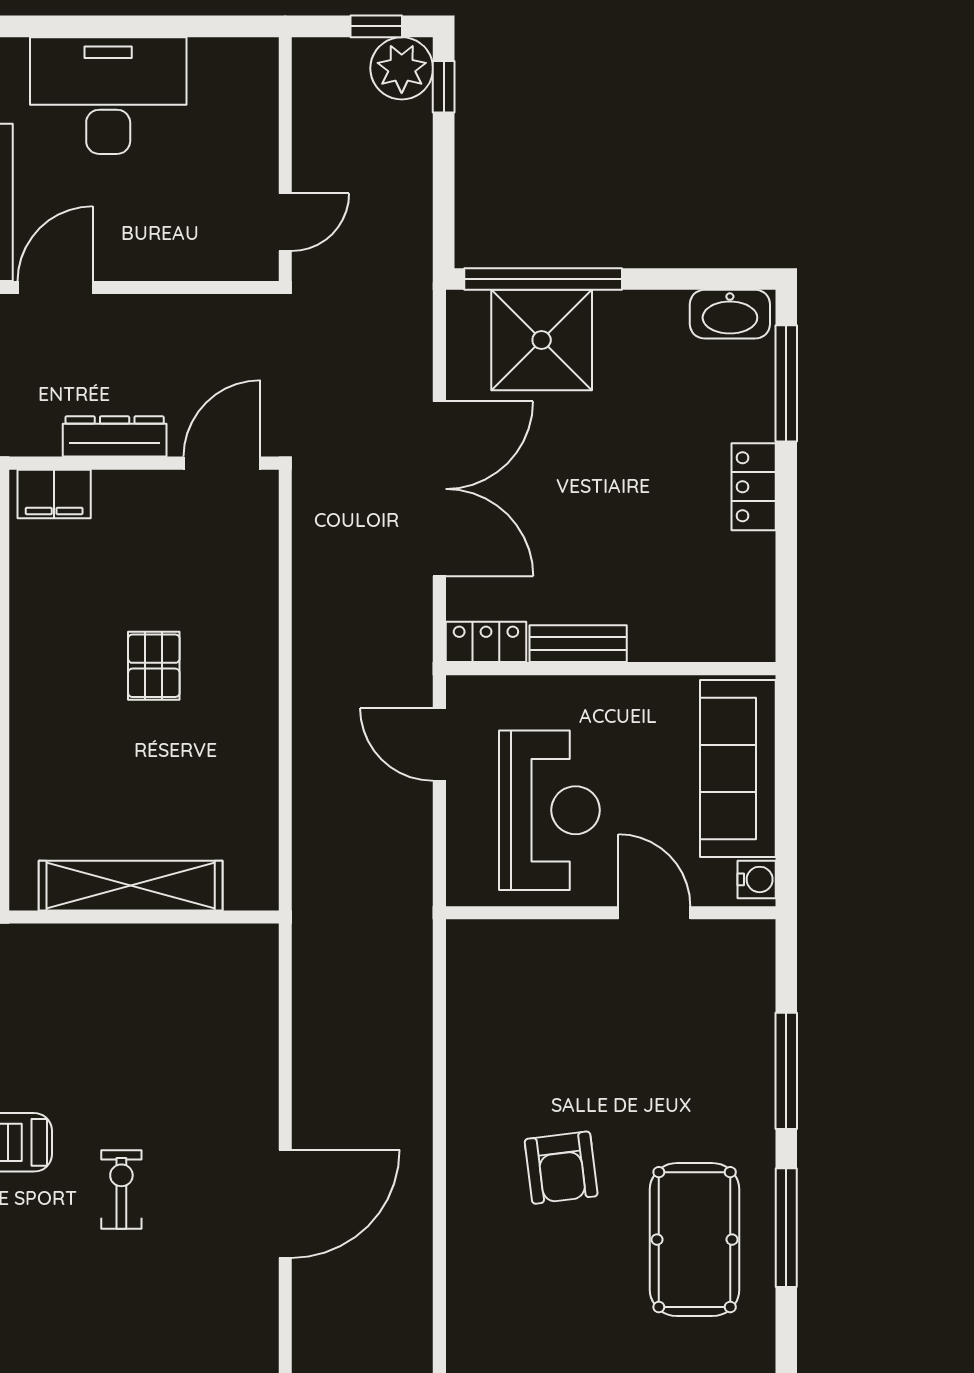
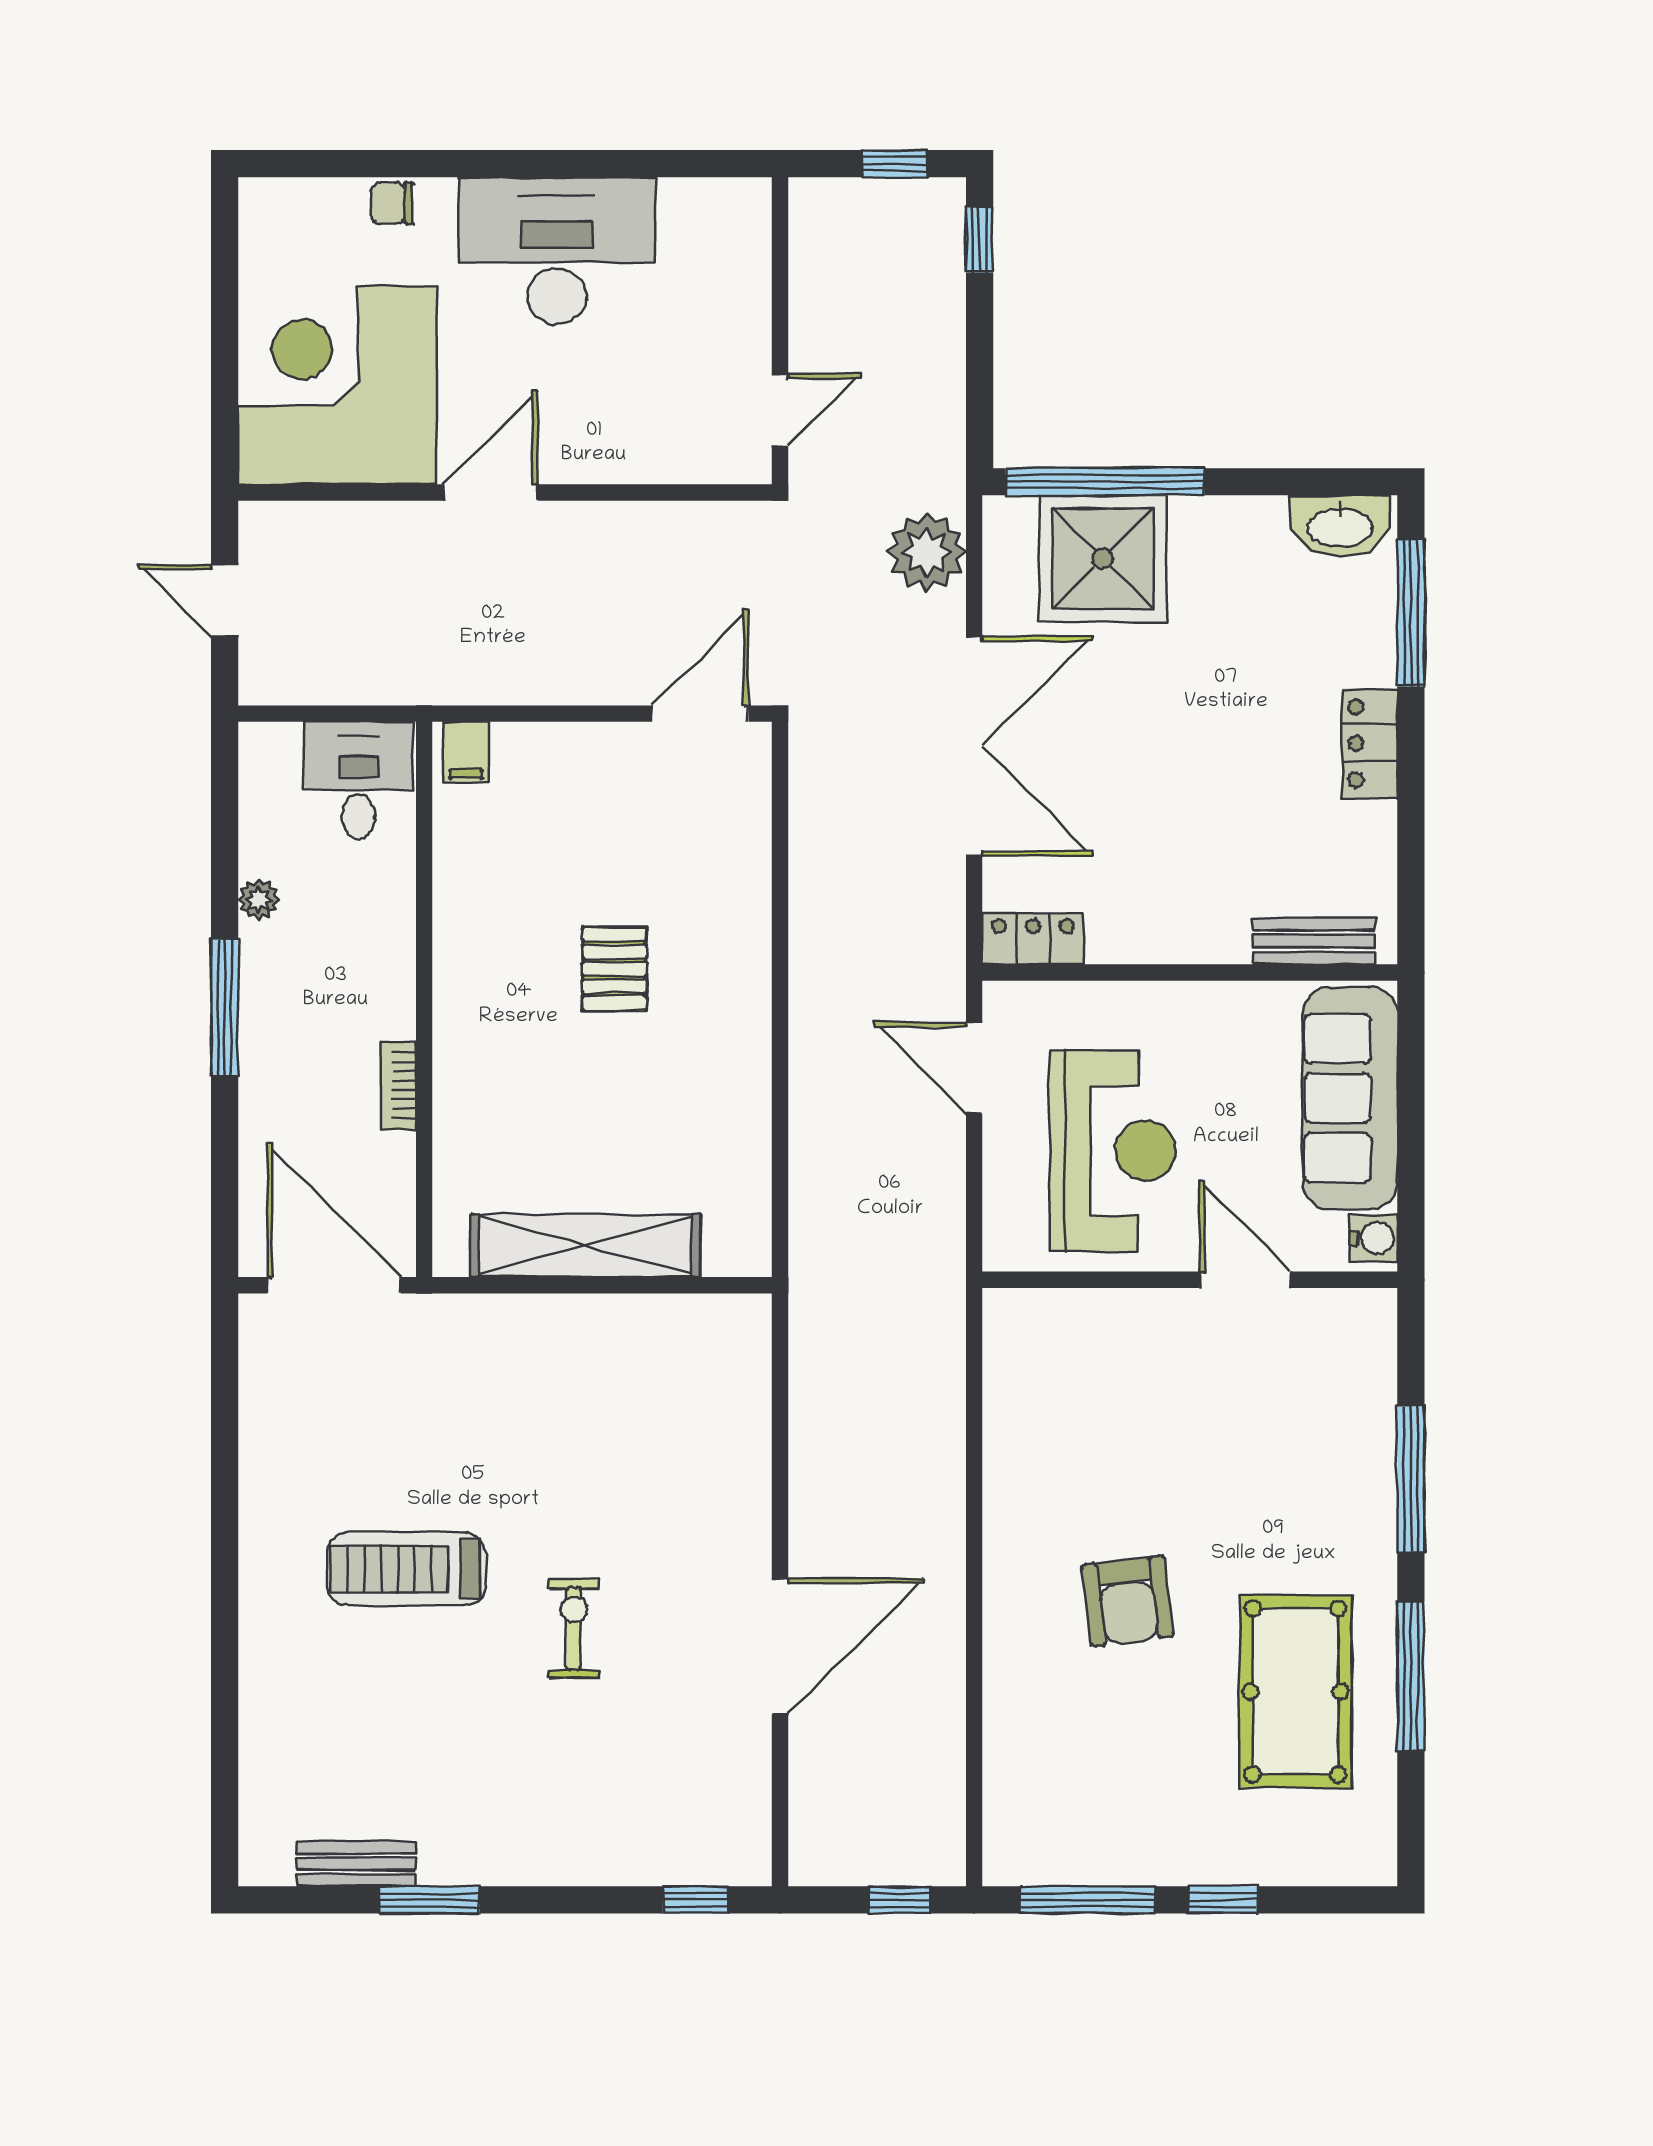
plant: (402, 68) -> (927, 552), moved
dresser: (115, 436) -> (565, 680), removed
filing cabinet: (54, 494) -> (466, 752), width x0.50
bench: (578, 644) -> (1314, 941), moved

